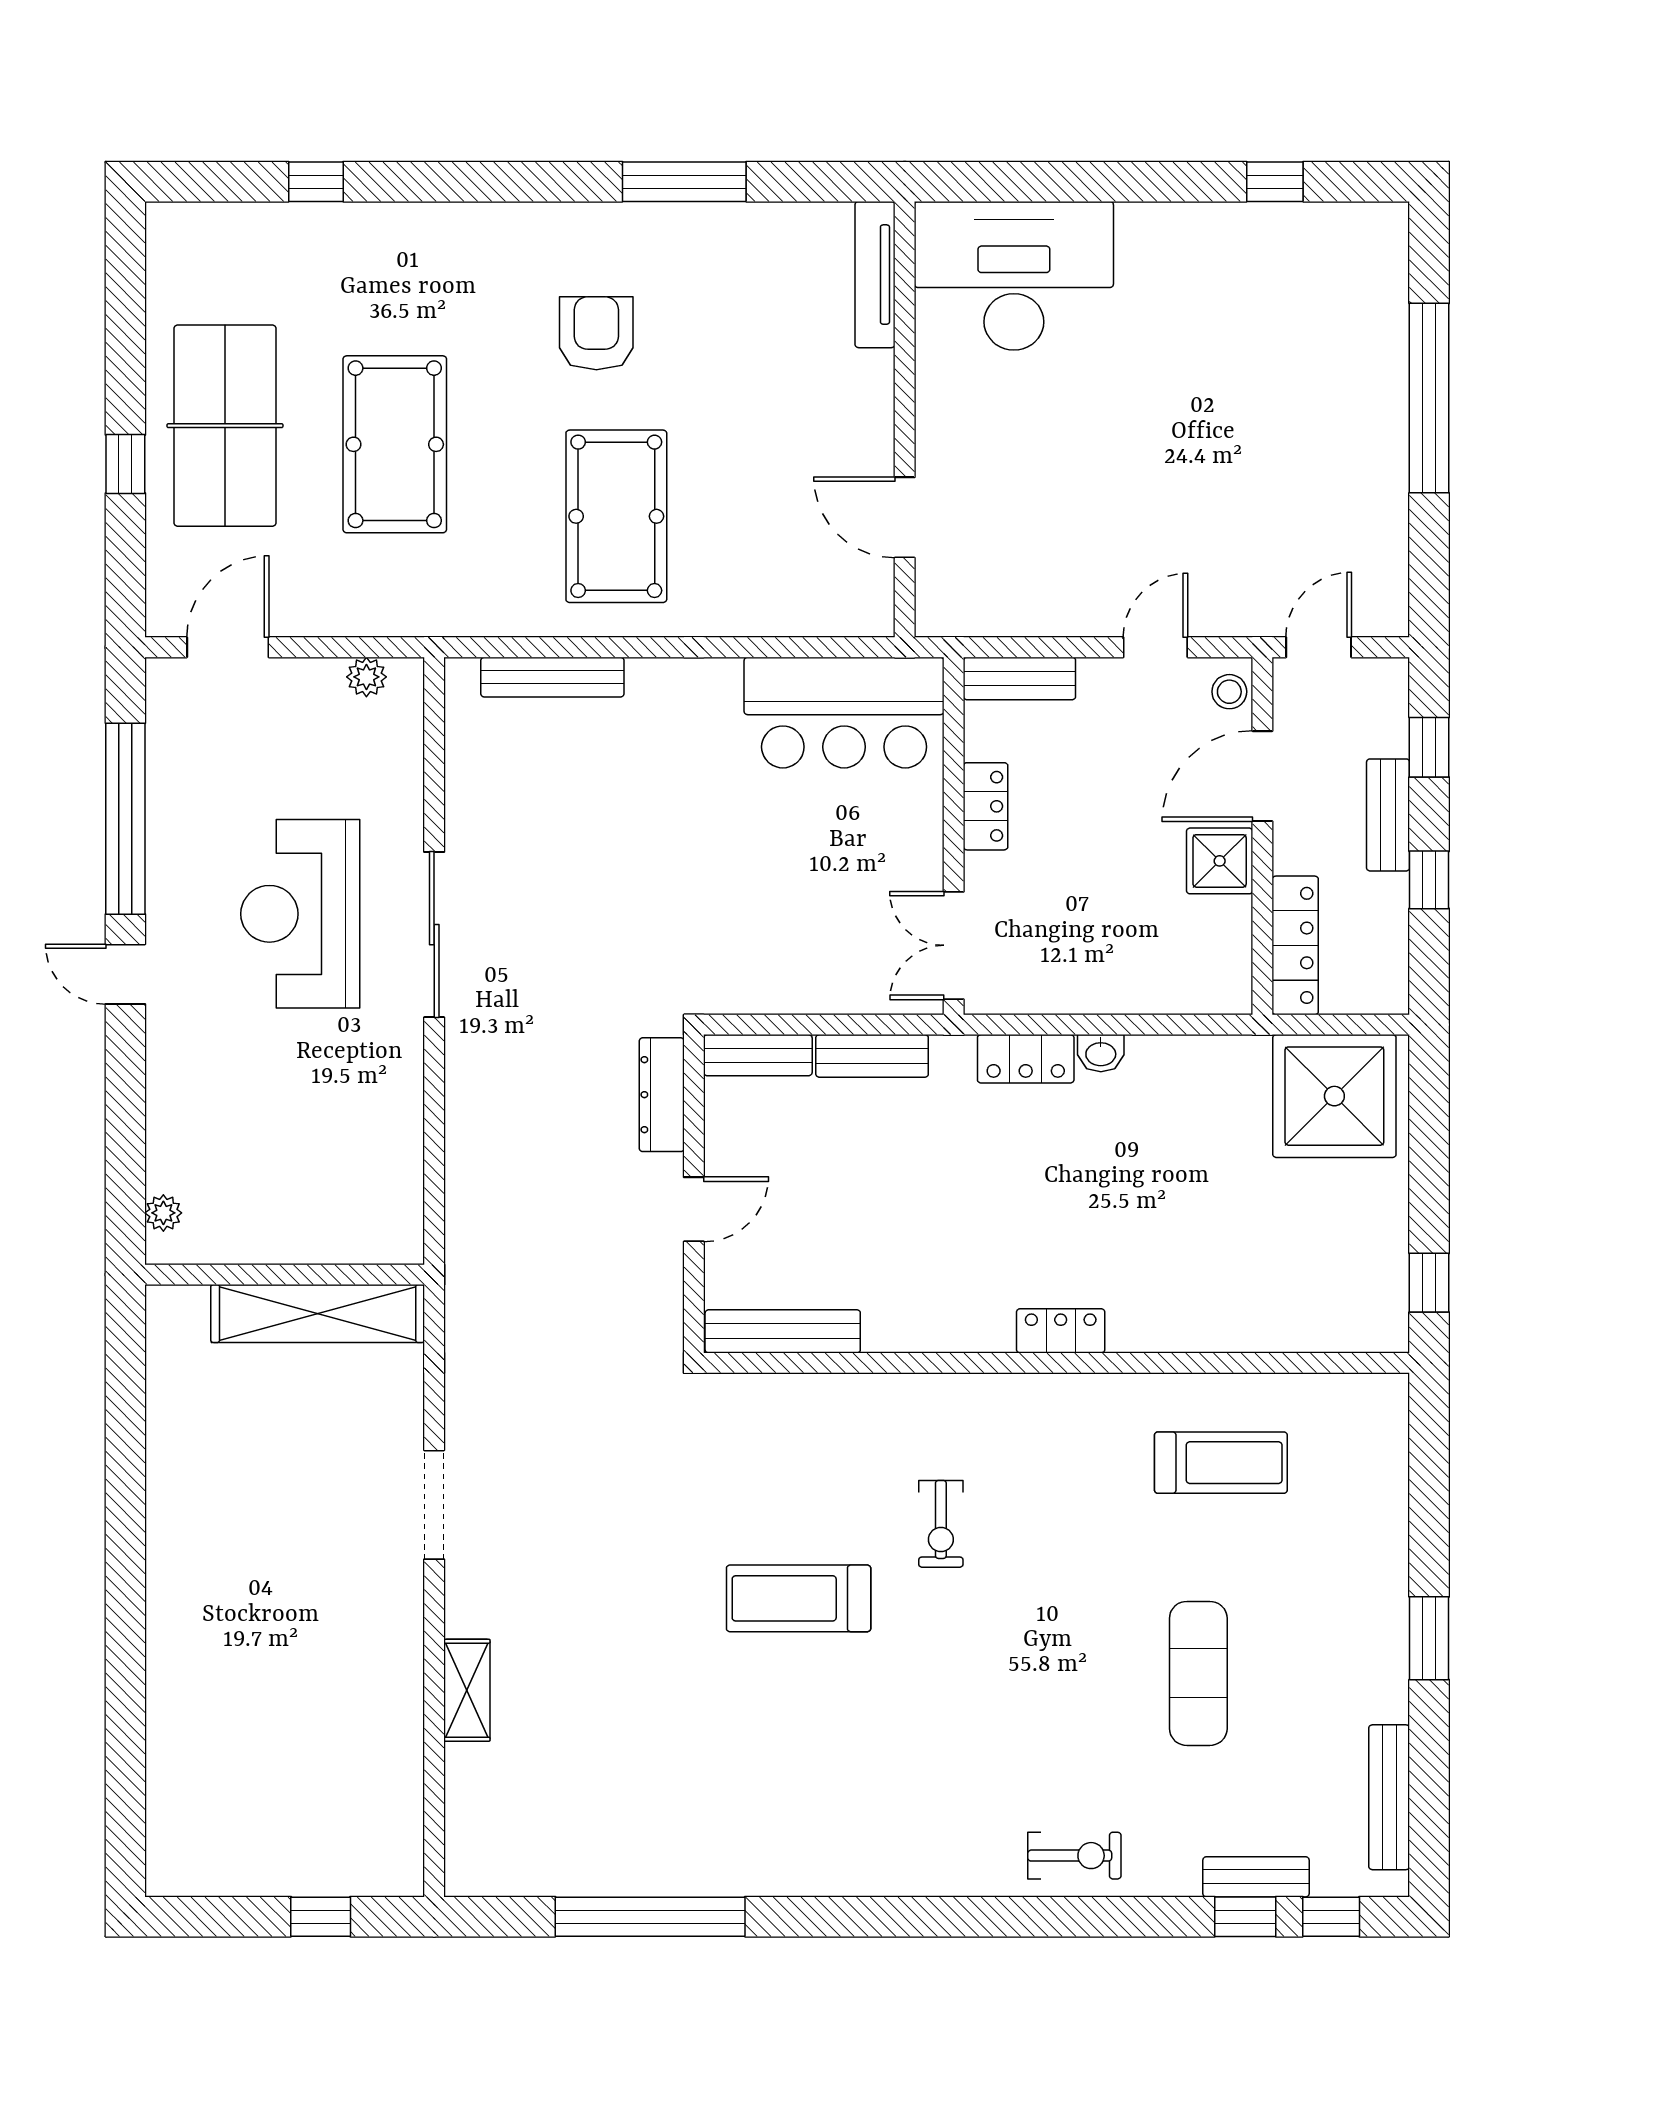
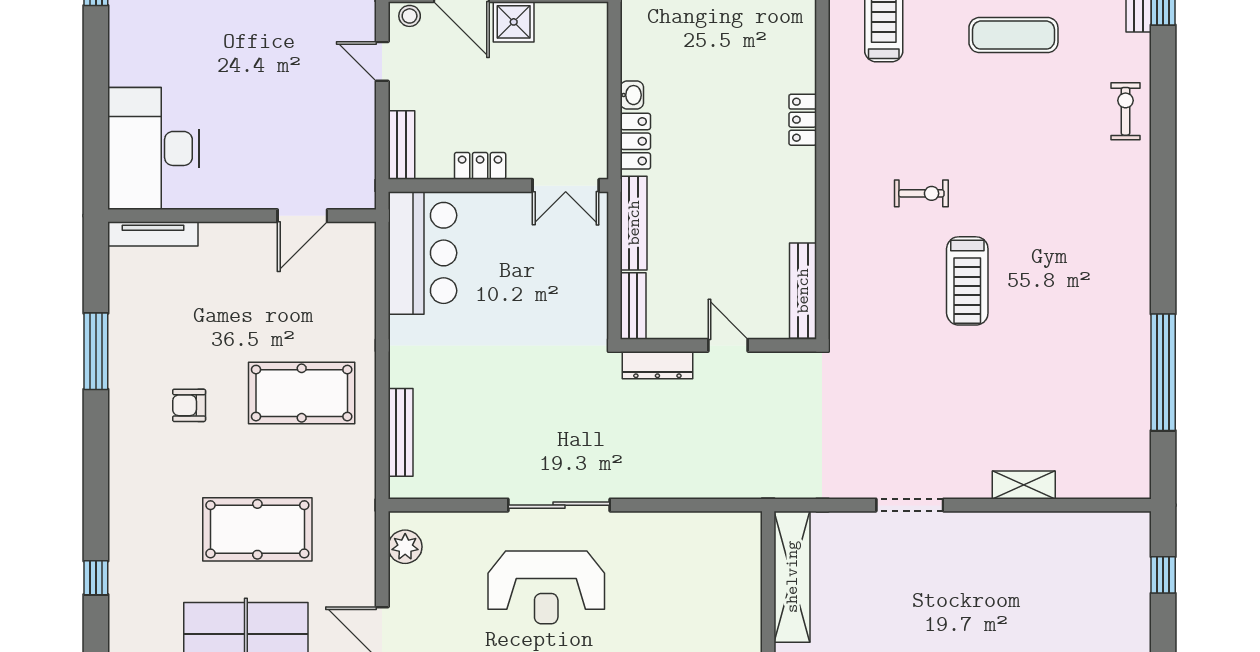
armchair: (596, 333) -> (189, 405), width x0.72, depth x0.72
plant: (366, 677) -> (405, 547), width x1.38, depth x1.38
bench: (872, 1056) -> (634, 223), width x1.36

